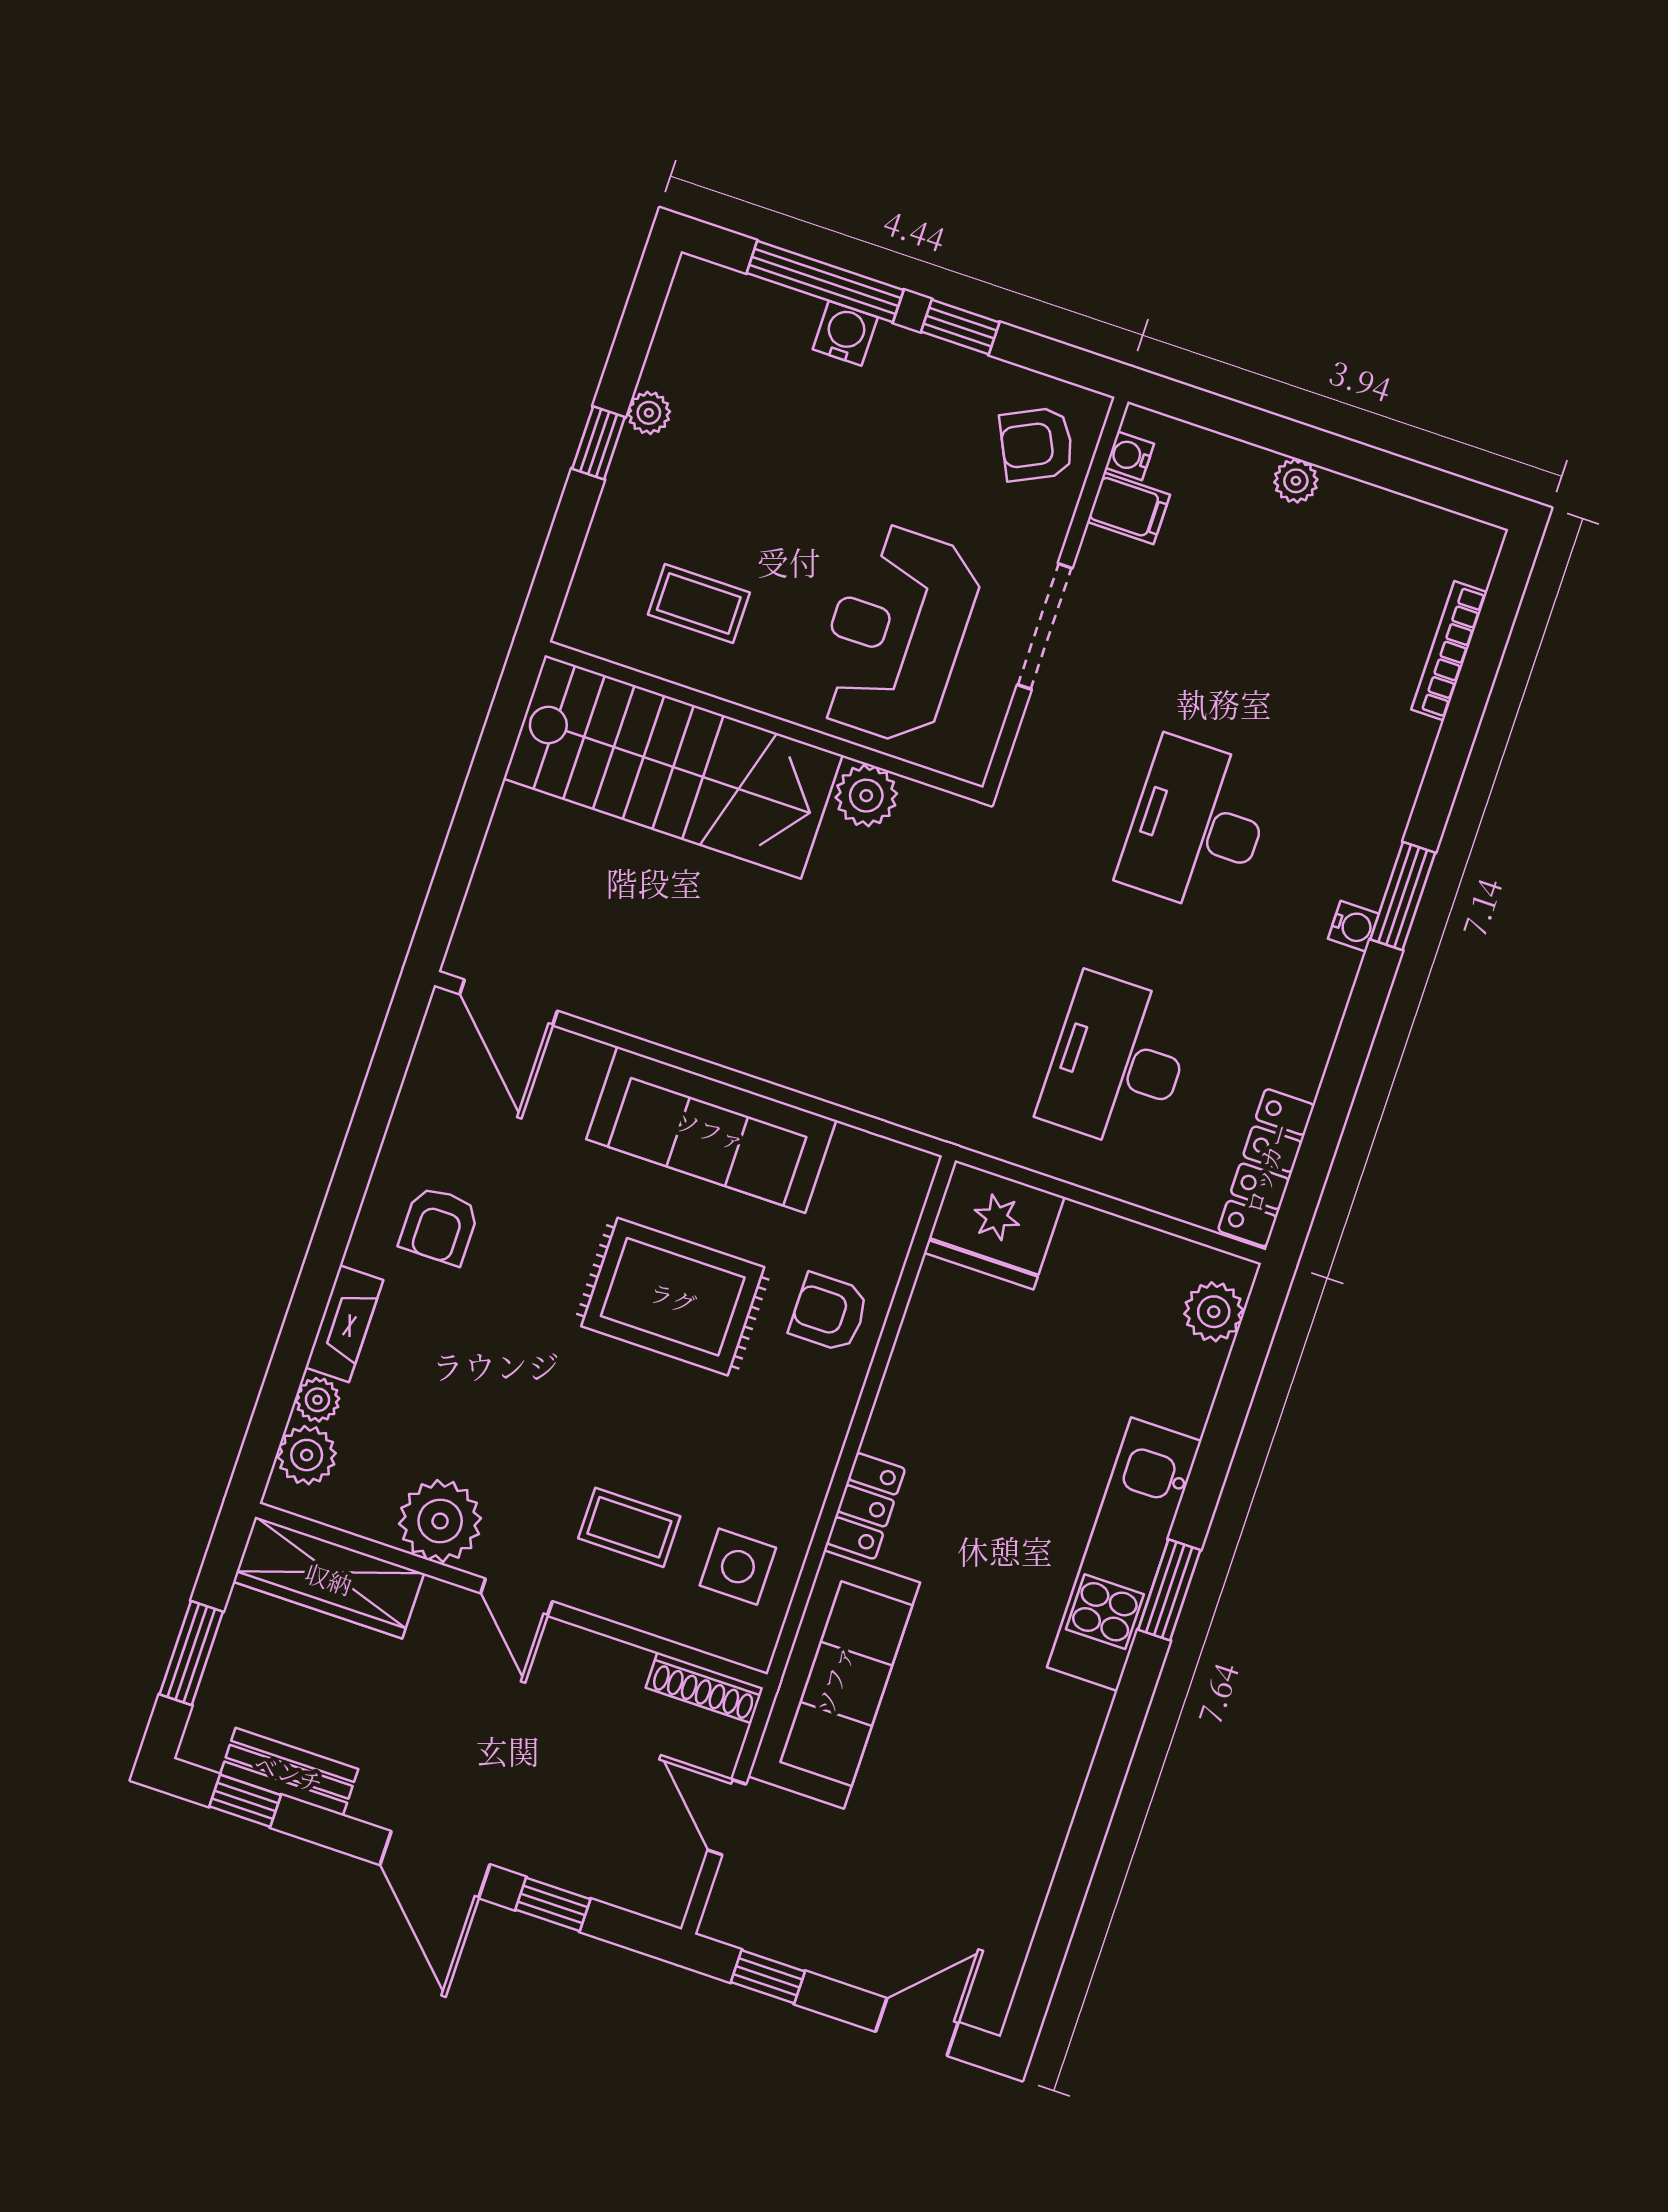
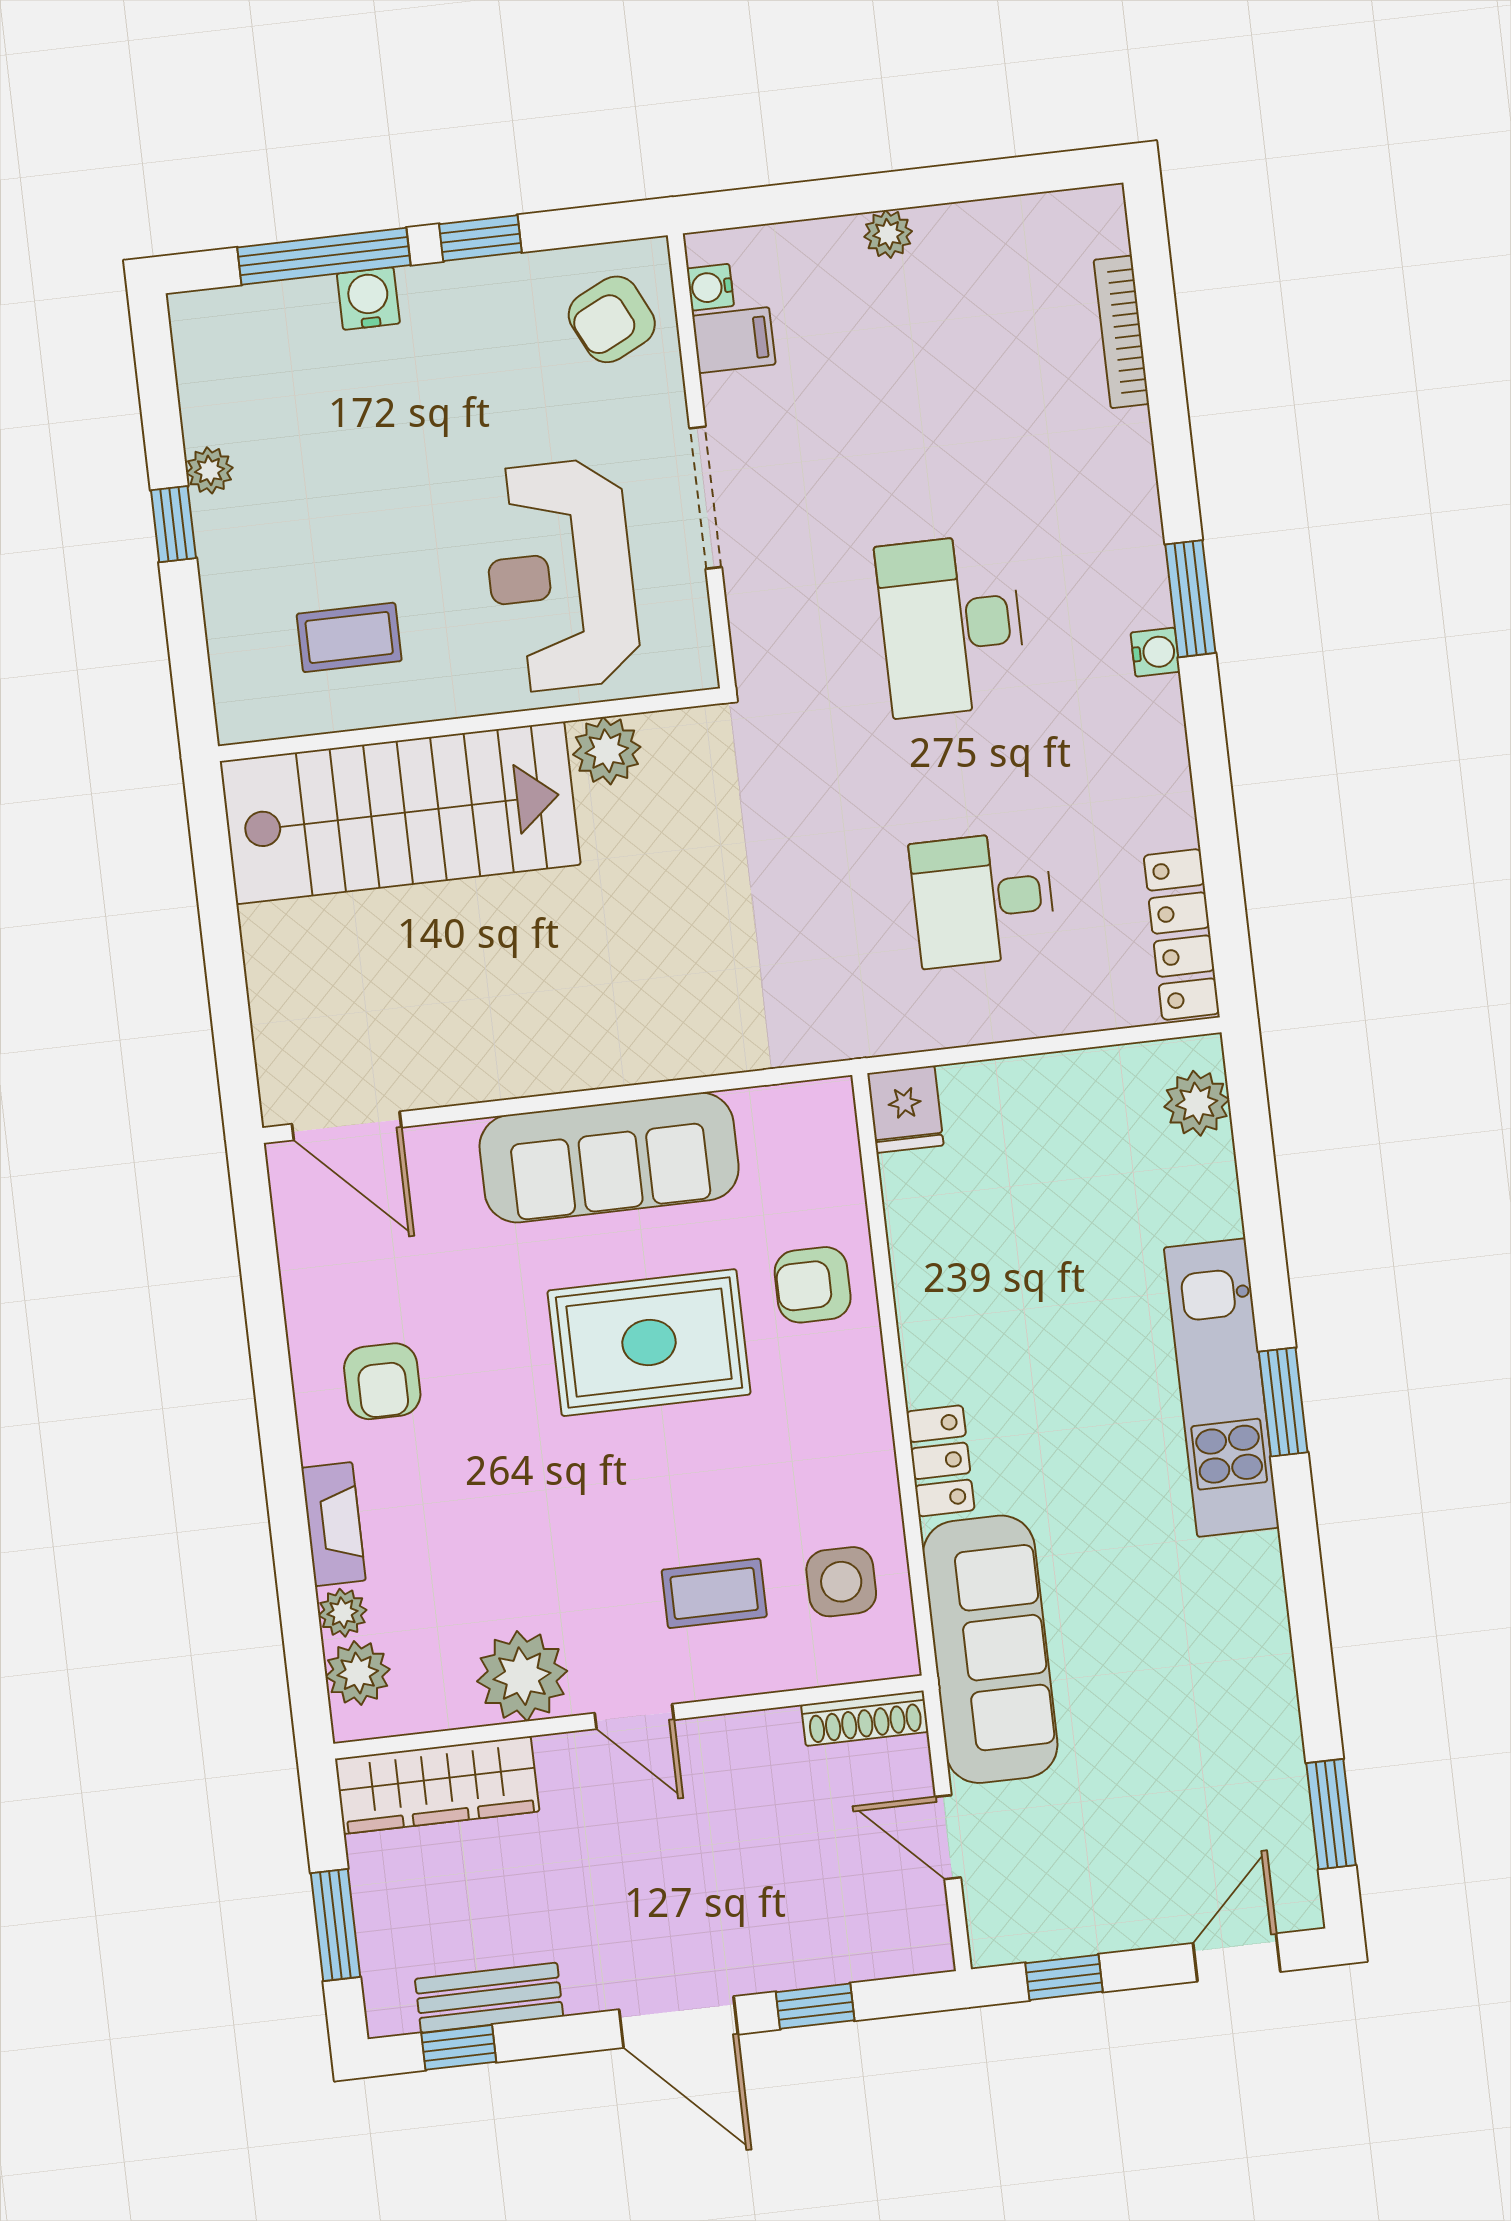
desk: (1117, 1062) -> (983, 899), width x0.73
fridge: (994, 1225) -> (905, 1109), width x0.53, depth x0.75
window: (1049, 1946) -> (1331, 1814), added

